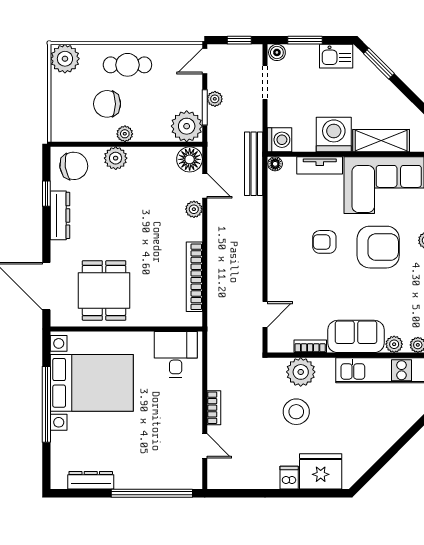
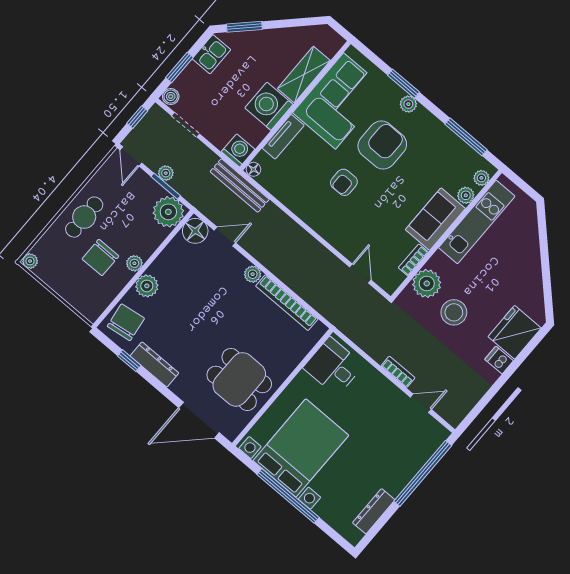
plant: (65, 59) -> (30, 261), width x0.53, depth x0.53
plant: (194, 209) -> (253, 274), moved

